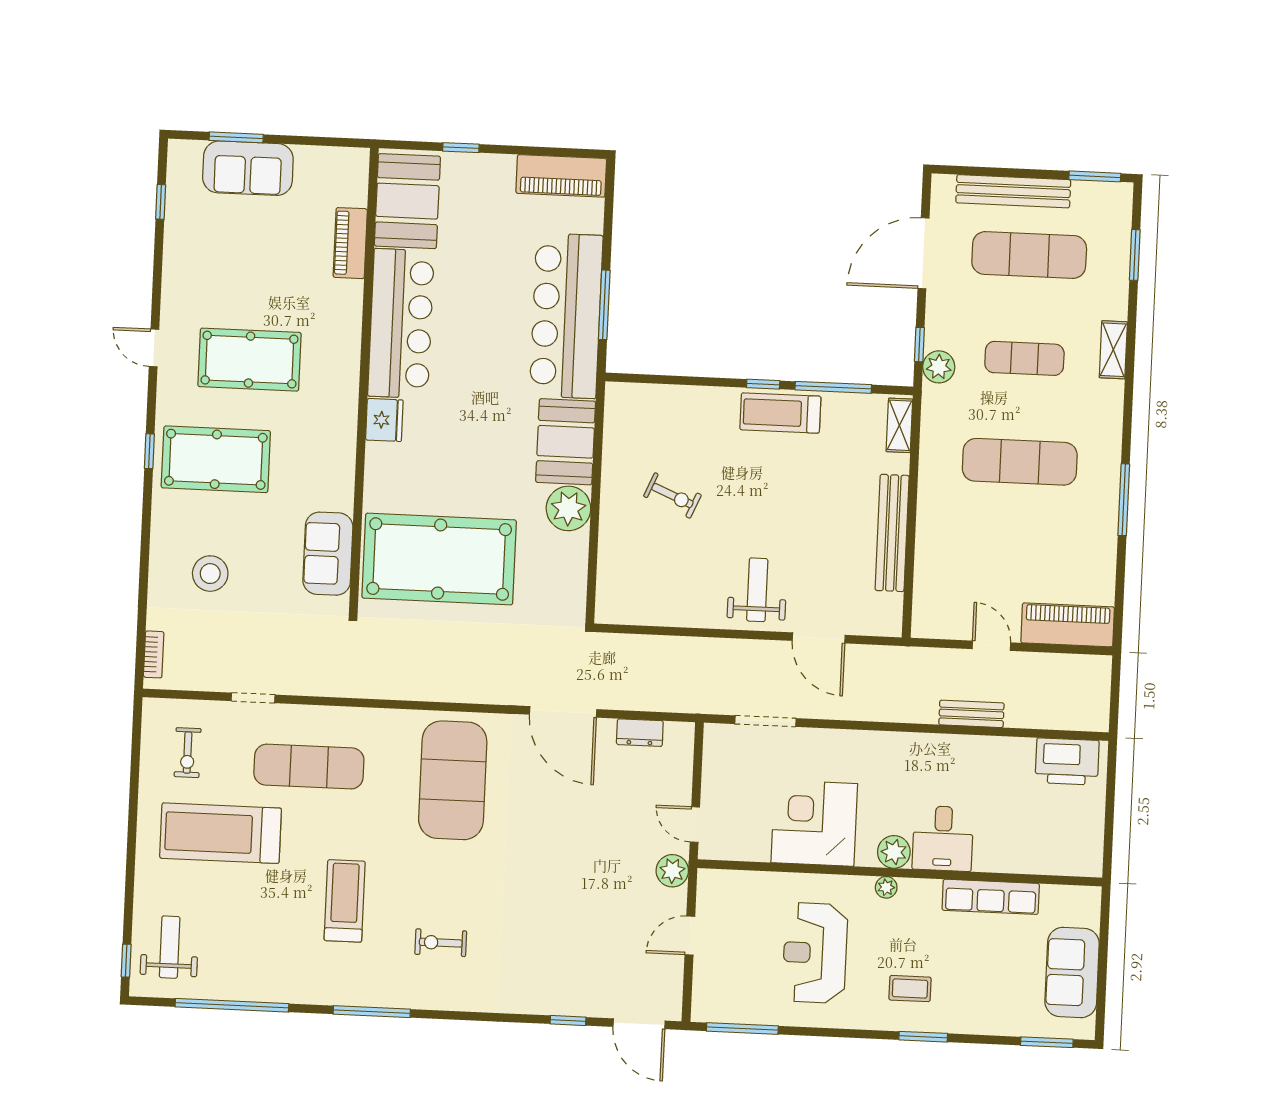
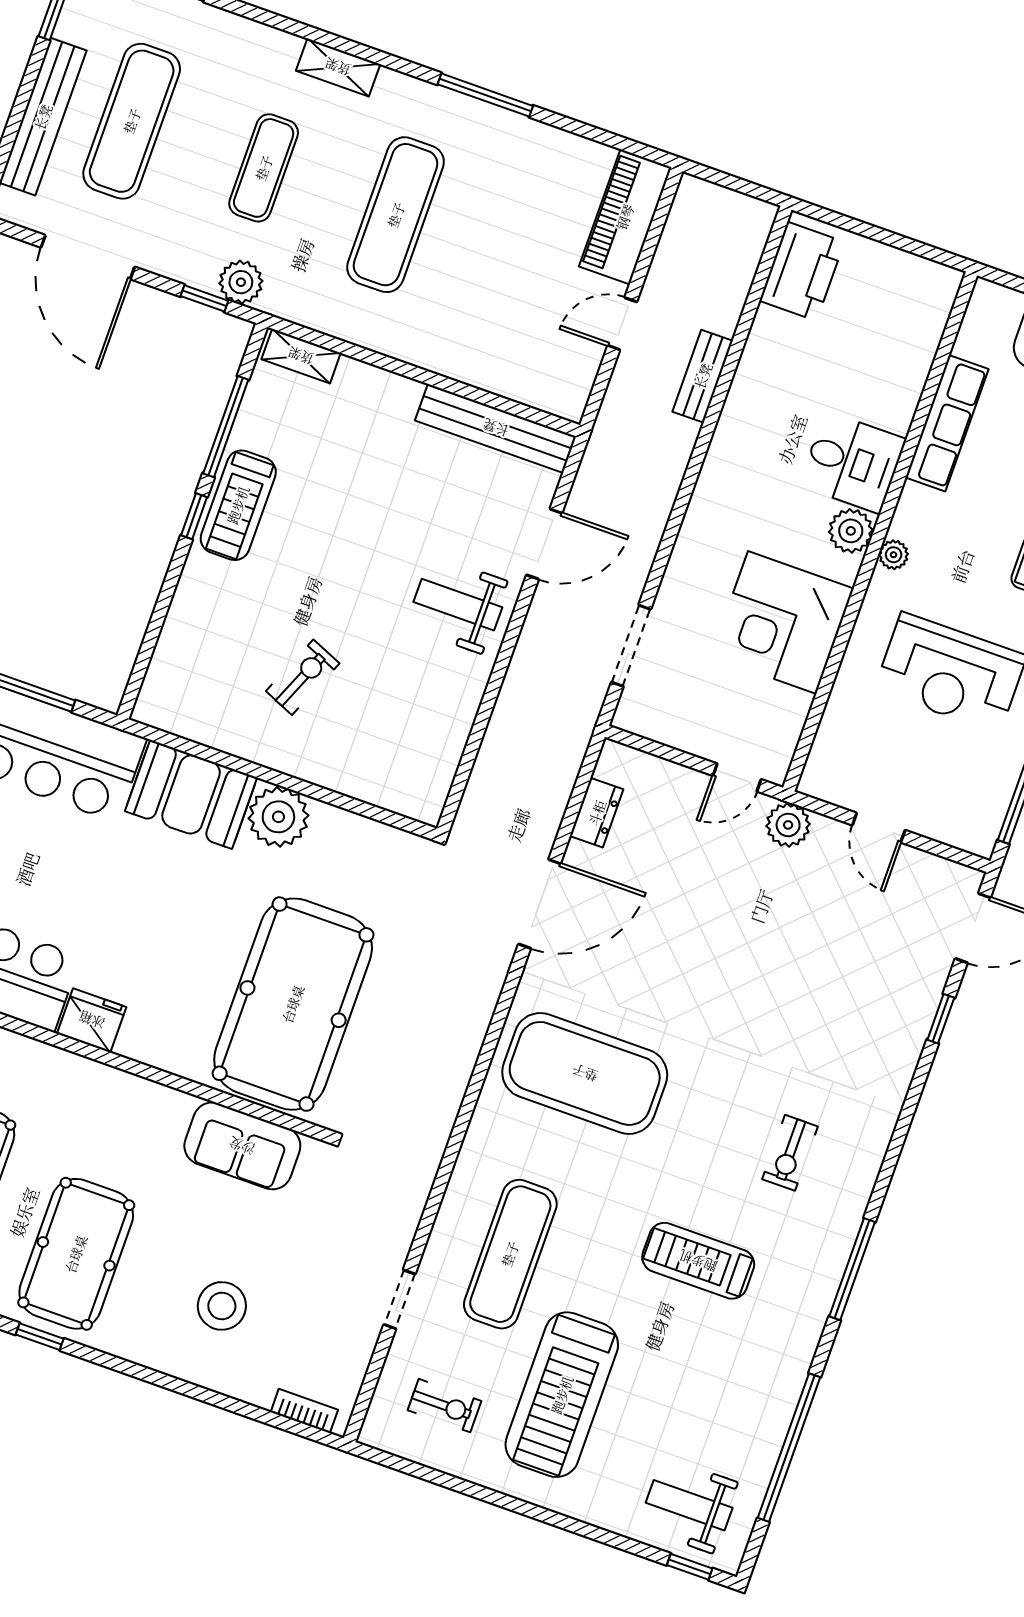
shelving: (1113, 350) -> (338, 67), moved
bench: (892, 533) -> (496, 428), moved

